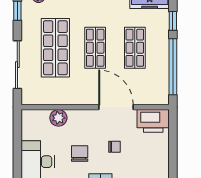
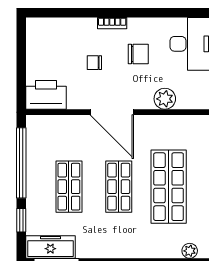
door: (116, 107) -> (112, 112), moved
chair: (80, 154) -> (138, 54), turned -90

